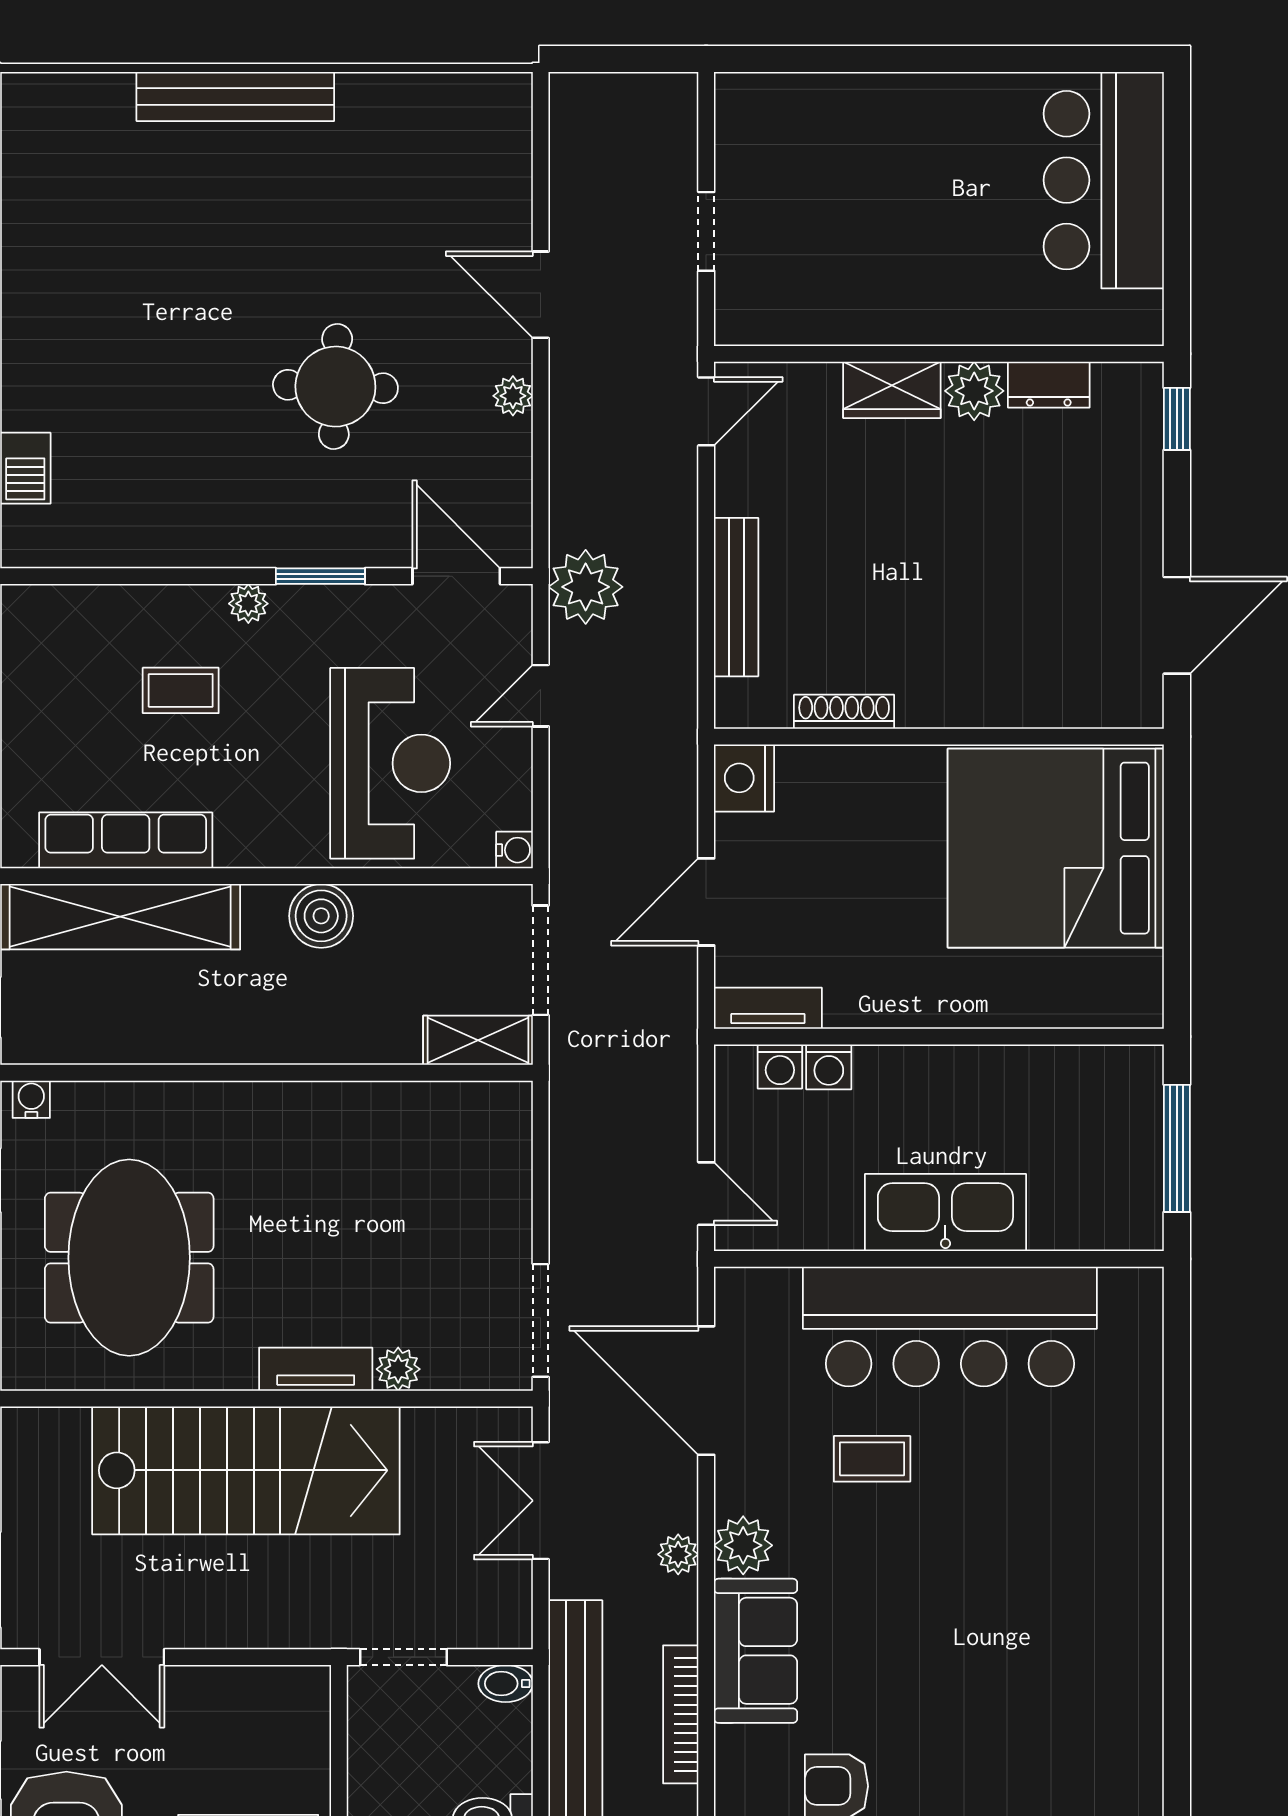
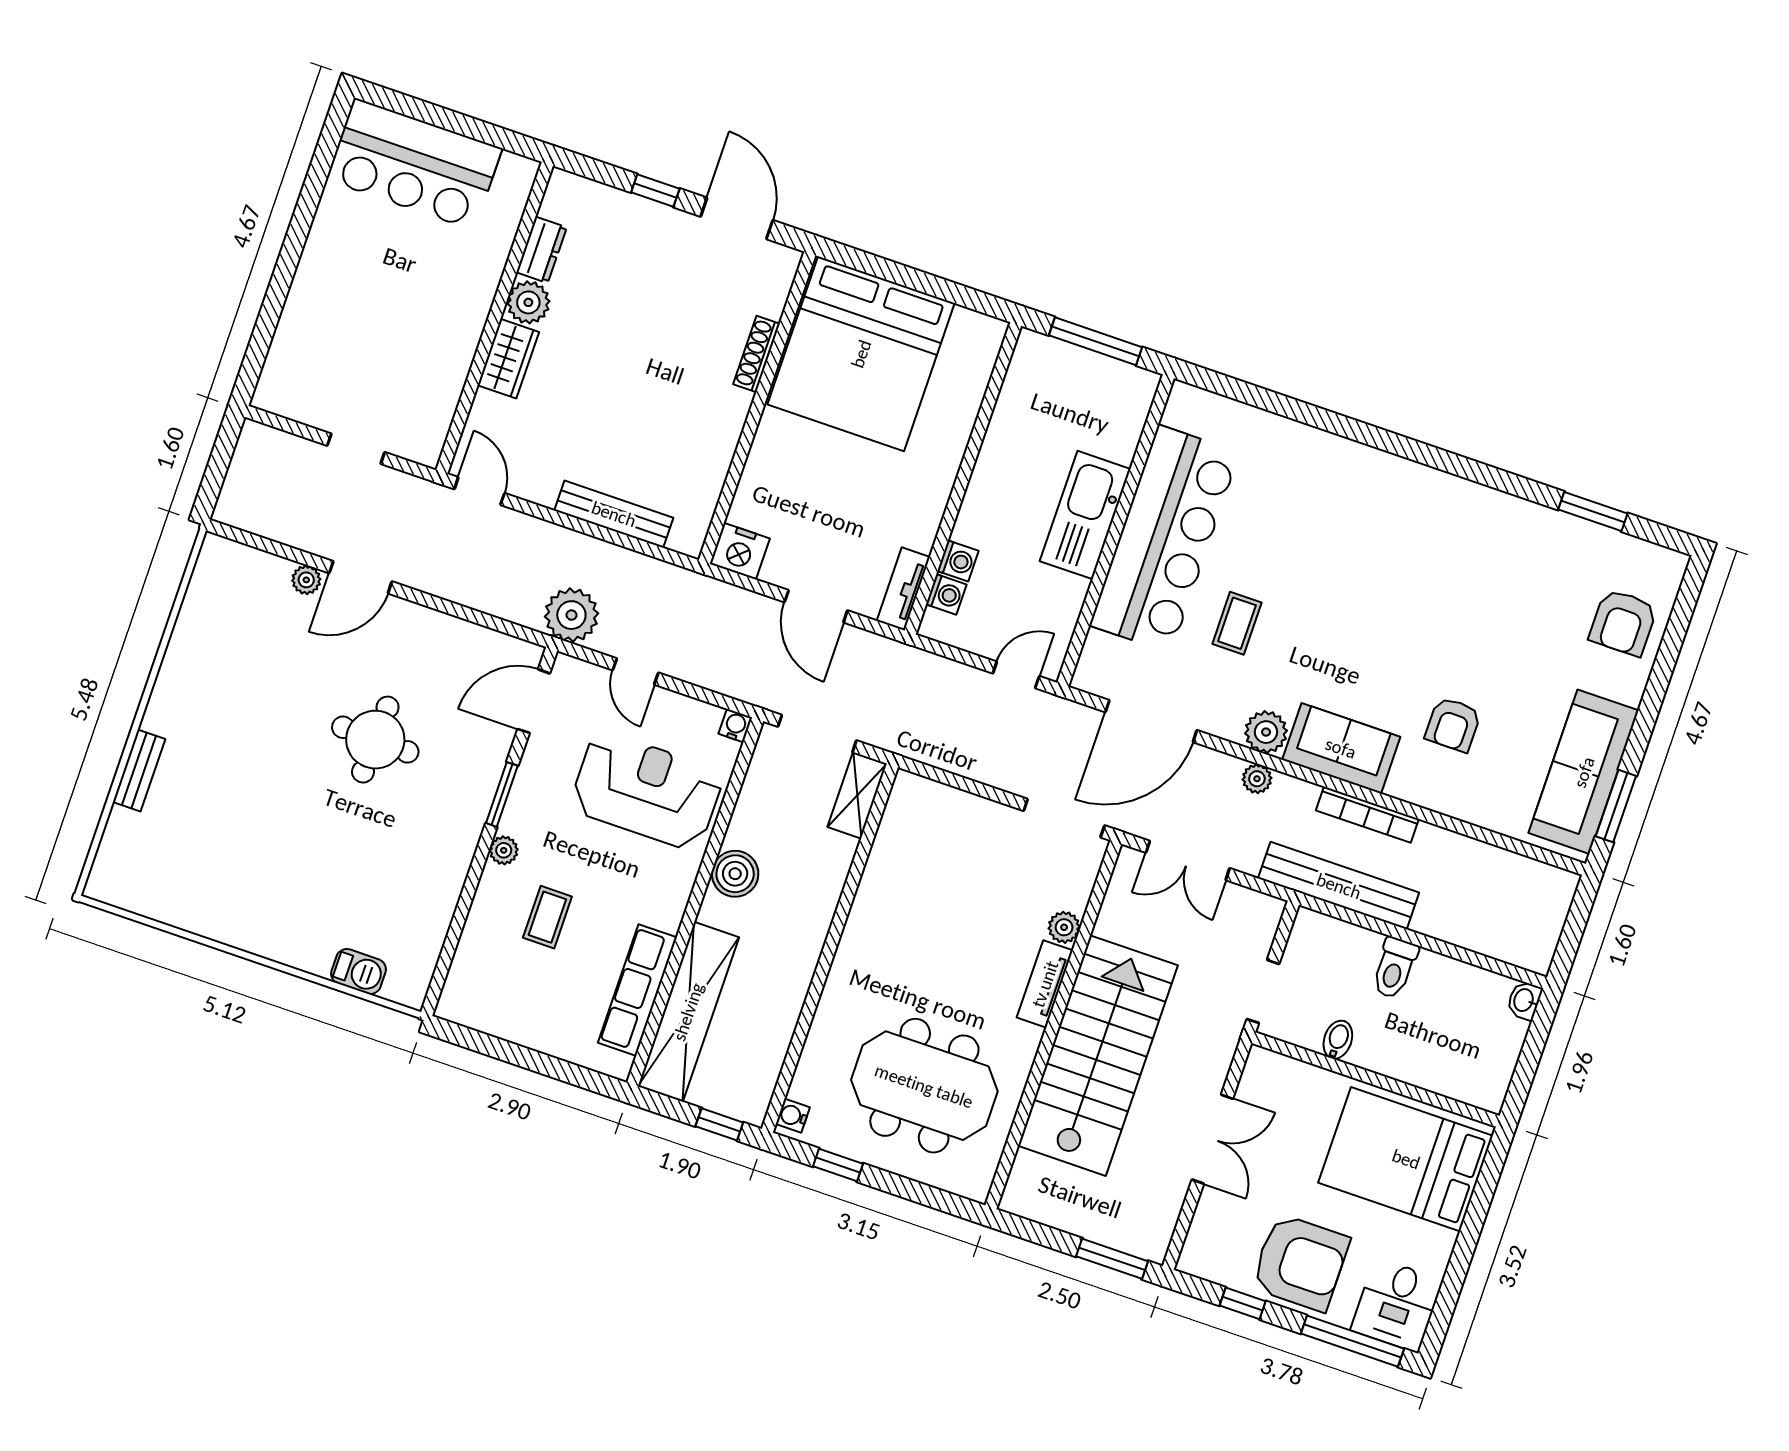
bench: (235, 96) -> (139, 771), width x0.54, depth x0.82
plant: (513, 396) -> (306, 580), moved
window: (1177, 419) -> (655, 191), moved
shoe rack: (844, 712) -> (757, 354), moved
double door: (102, 1657) -> (1212, 1139), moved
bidet: (506, 1684) -> (1338, 1040), moved, turned 180

